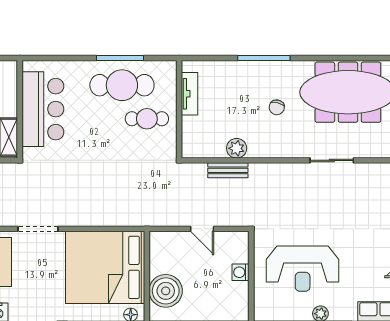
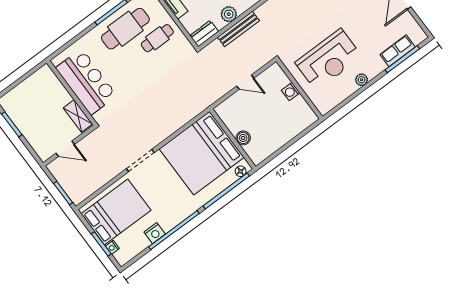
dresser: (197, 149) -> (204, 33), added
bench: (228, 170) -> (238, 29), width x1.36
boiler: (166, 291) -> (243, 138), width x0.54, depth x0.54

